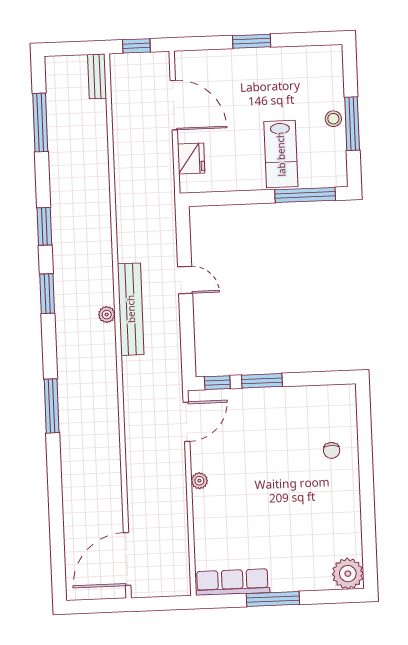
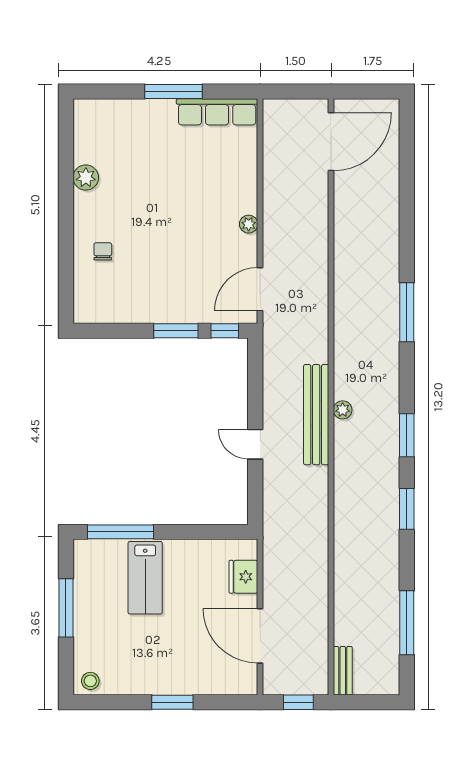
stool: (333, 119) -> (90, 681), moved
lab bench: (281, 154) -> (145, 578), turned 180
plant: (348, 574) -> (86, 178), moved, width x0.73, depth x0.73

